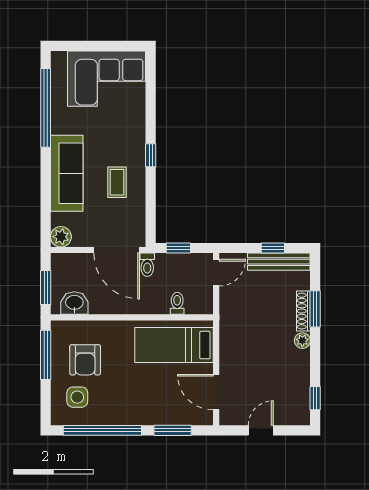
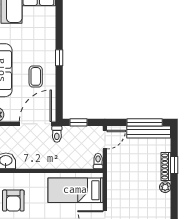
window: (273, 248) -> (145, 122), width x2.17
door: (117, 250) -> (35, 124), swing flipped
toilet: (177, 303) -> (98, 161), moved
window: (315, 309) -> (174, 165), width x0.67

